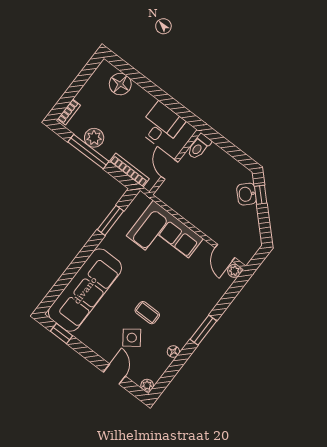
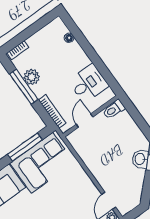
floor lamp: (120, 84) -> (69, 38), width x0.53, depth x0.53
window: (110, 220) -> (25, 147), width x1.44
corner sofa: (165, 237) -> (42, 163), moved, turned -90

